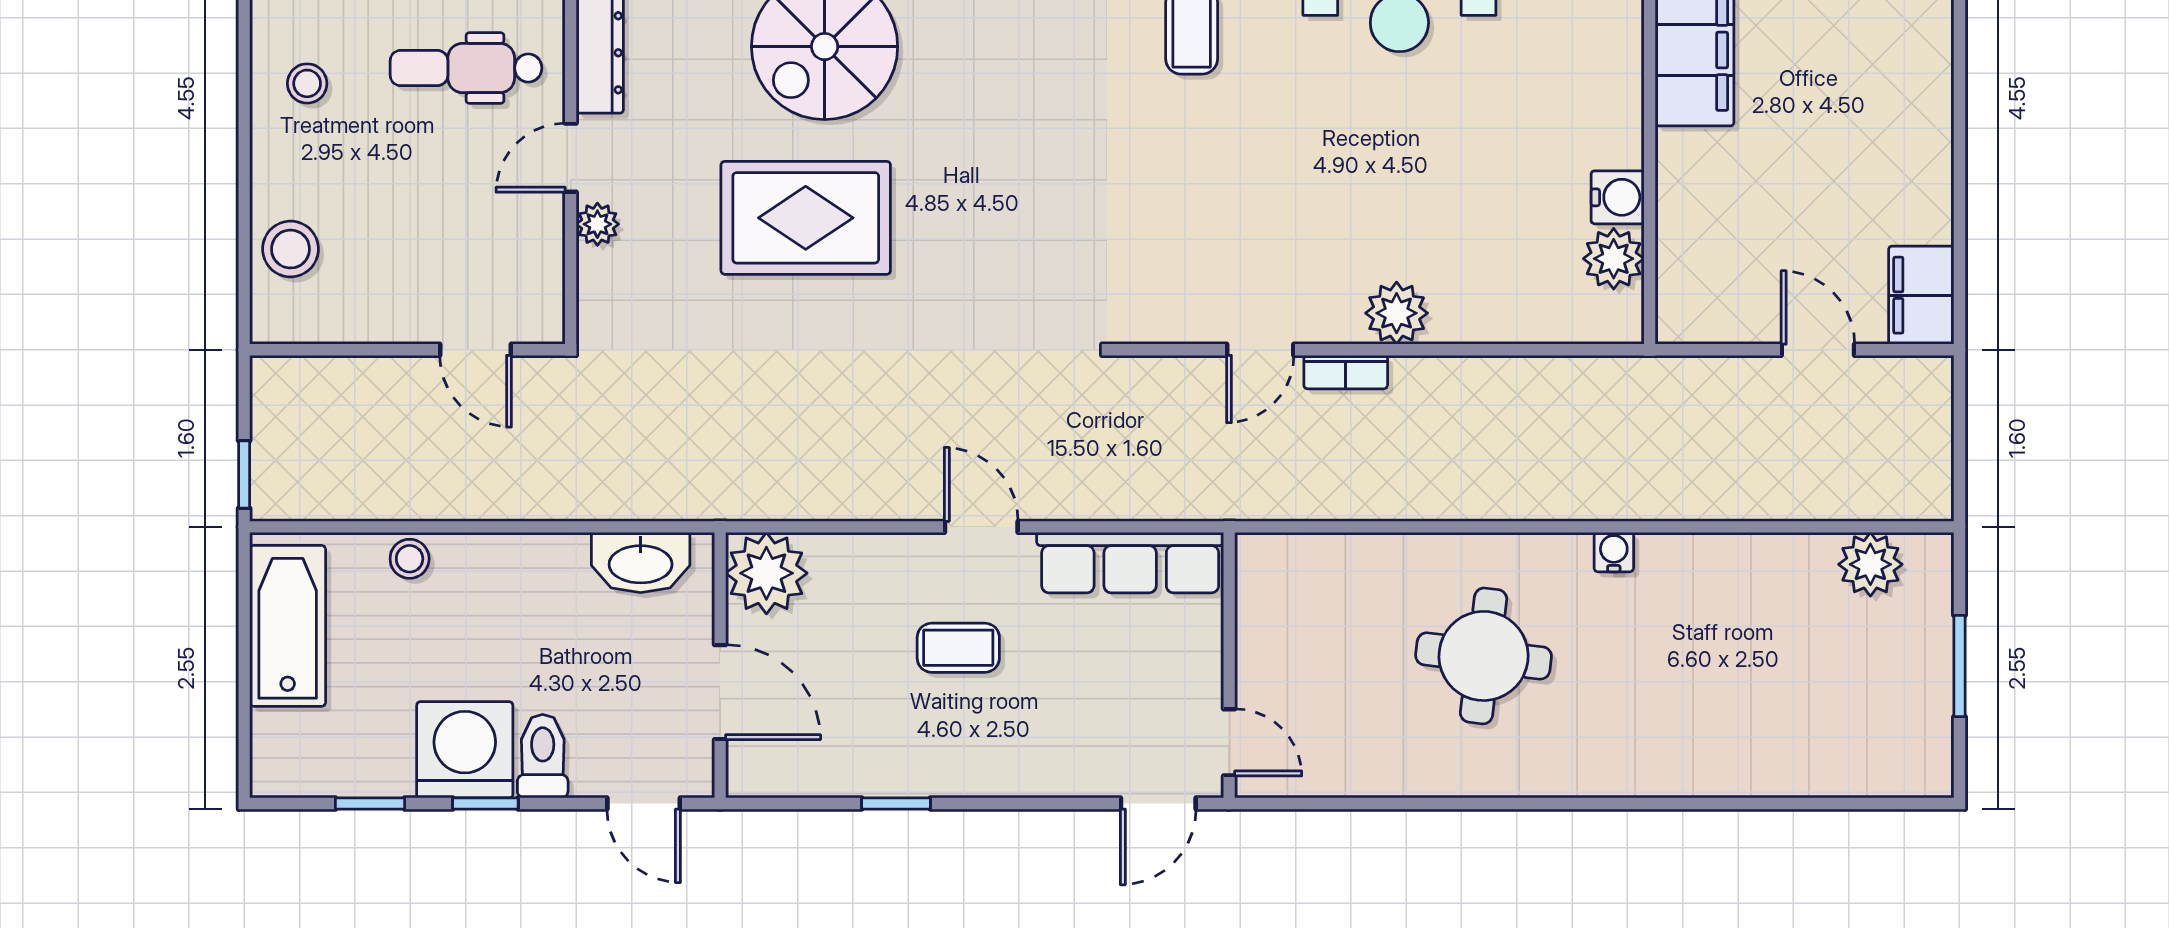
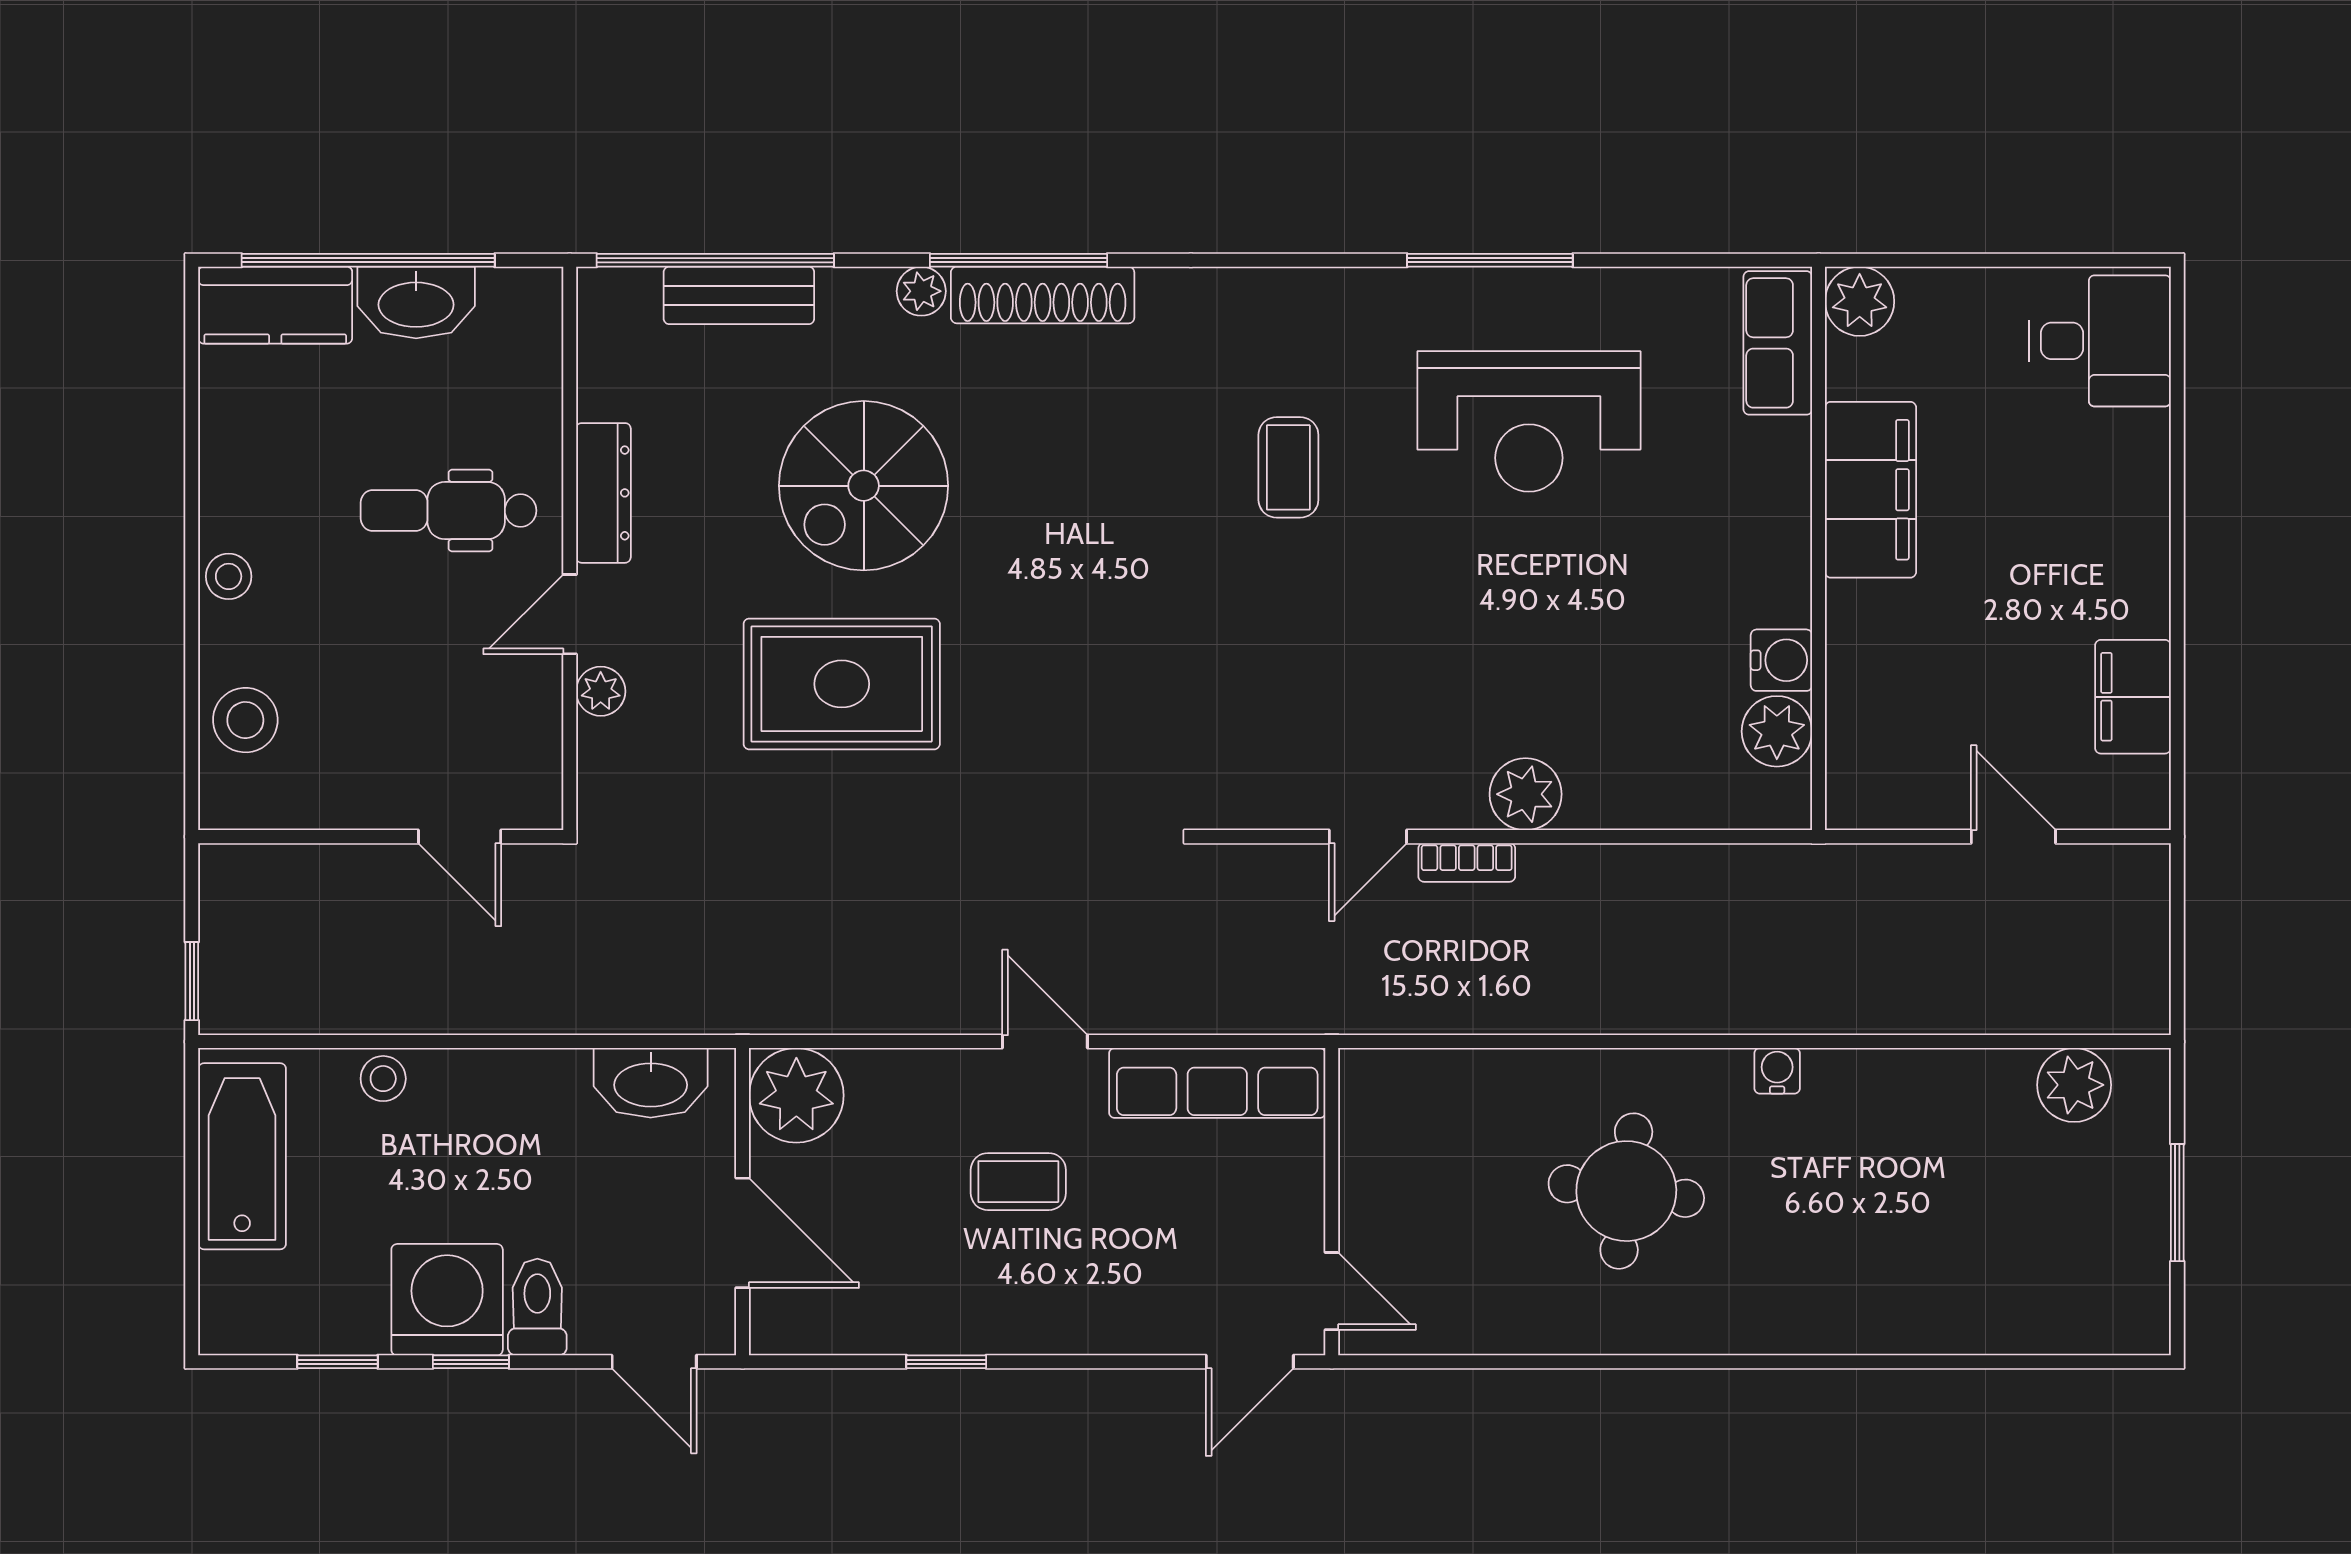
stool: (307, 83) -> (229, 576), moved
filing cabinet: (1921, 295) -> (2133, 697), moved

